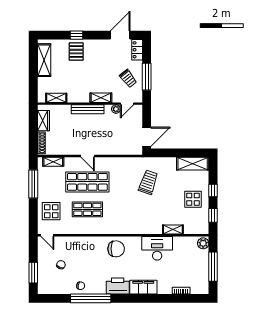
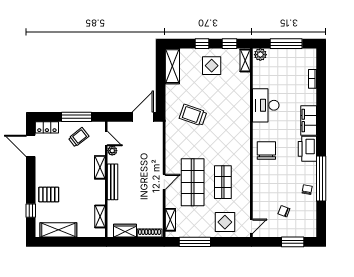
window: (76, 35) -> (31, 211), moved
door: (147, 137) -> (143, 117), hinge flipped
shelving: (173, 230) -> (245, 60), moved

